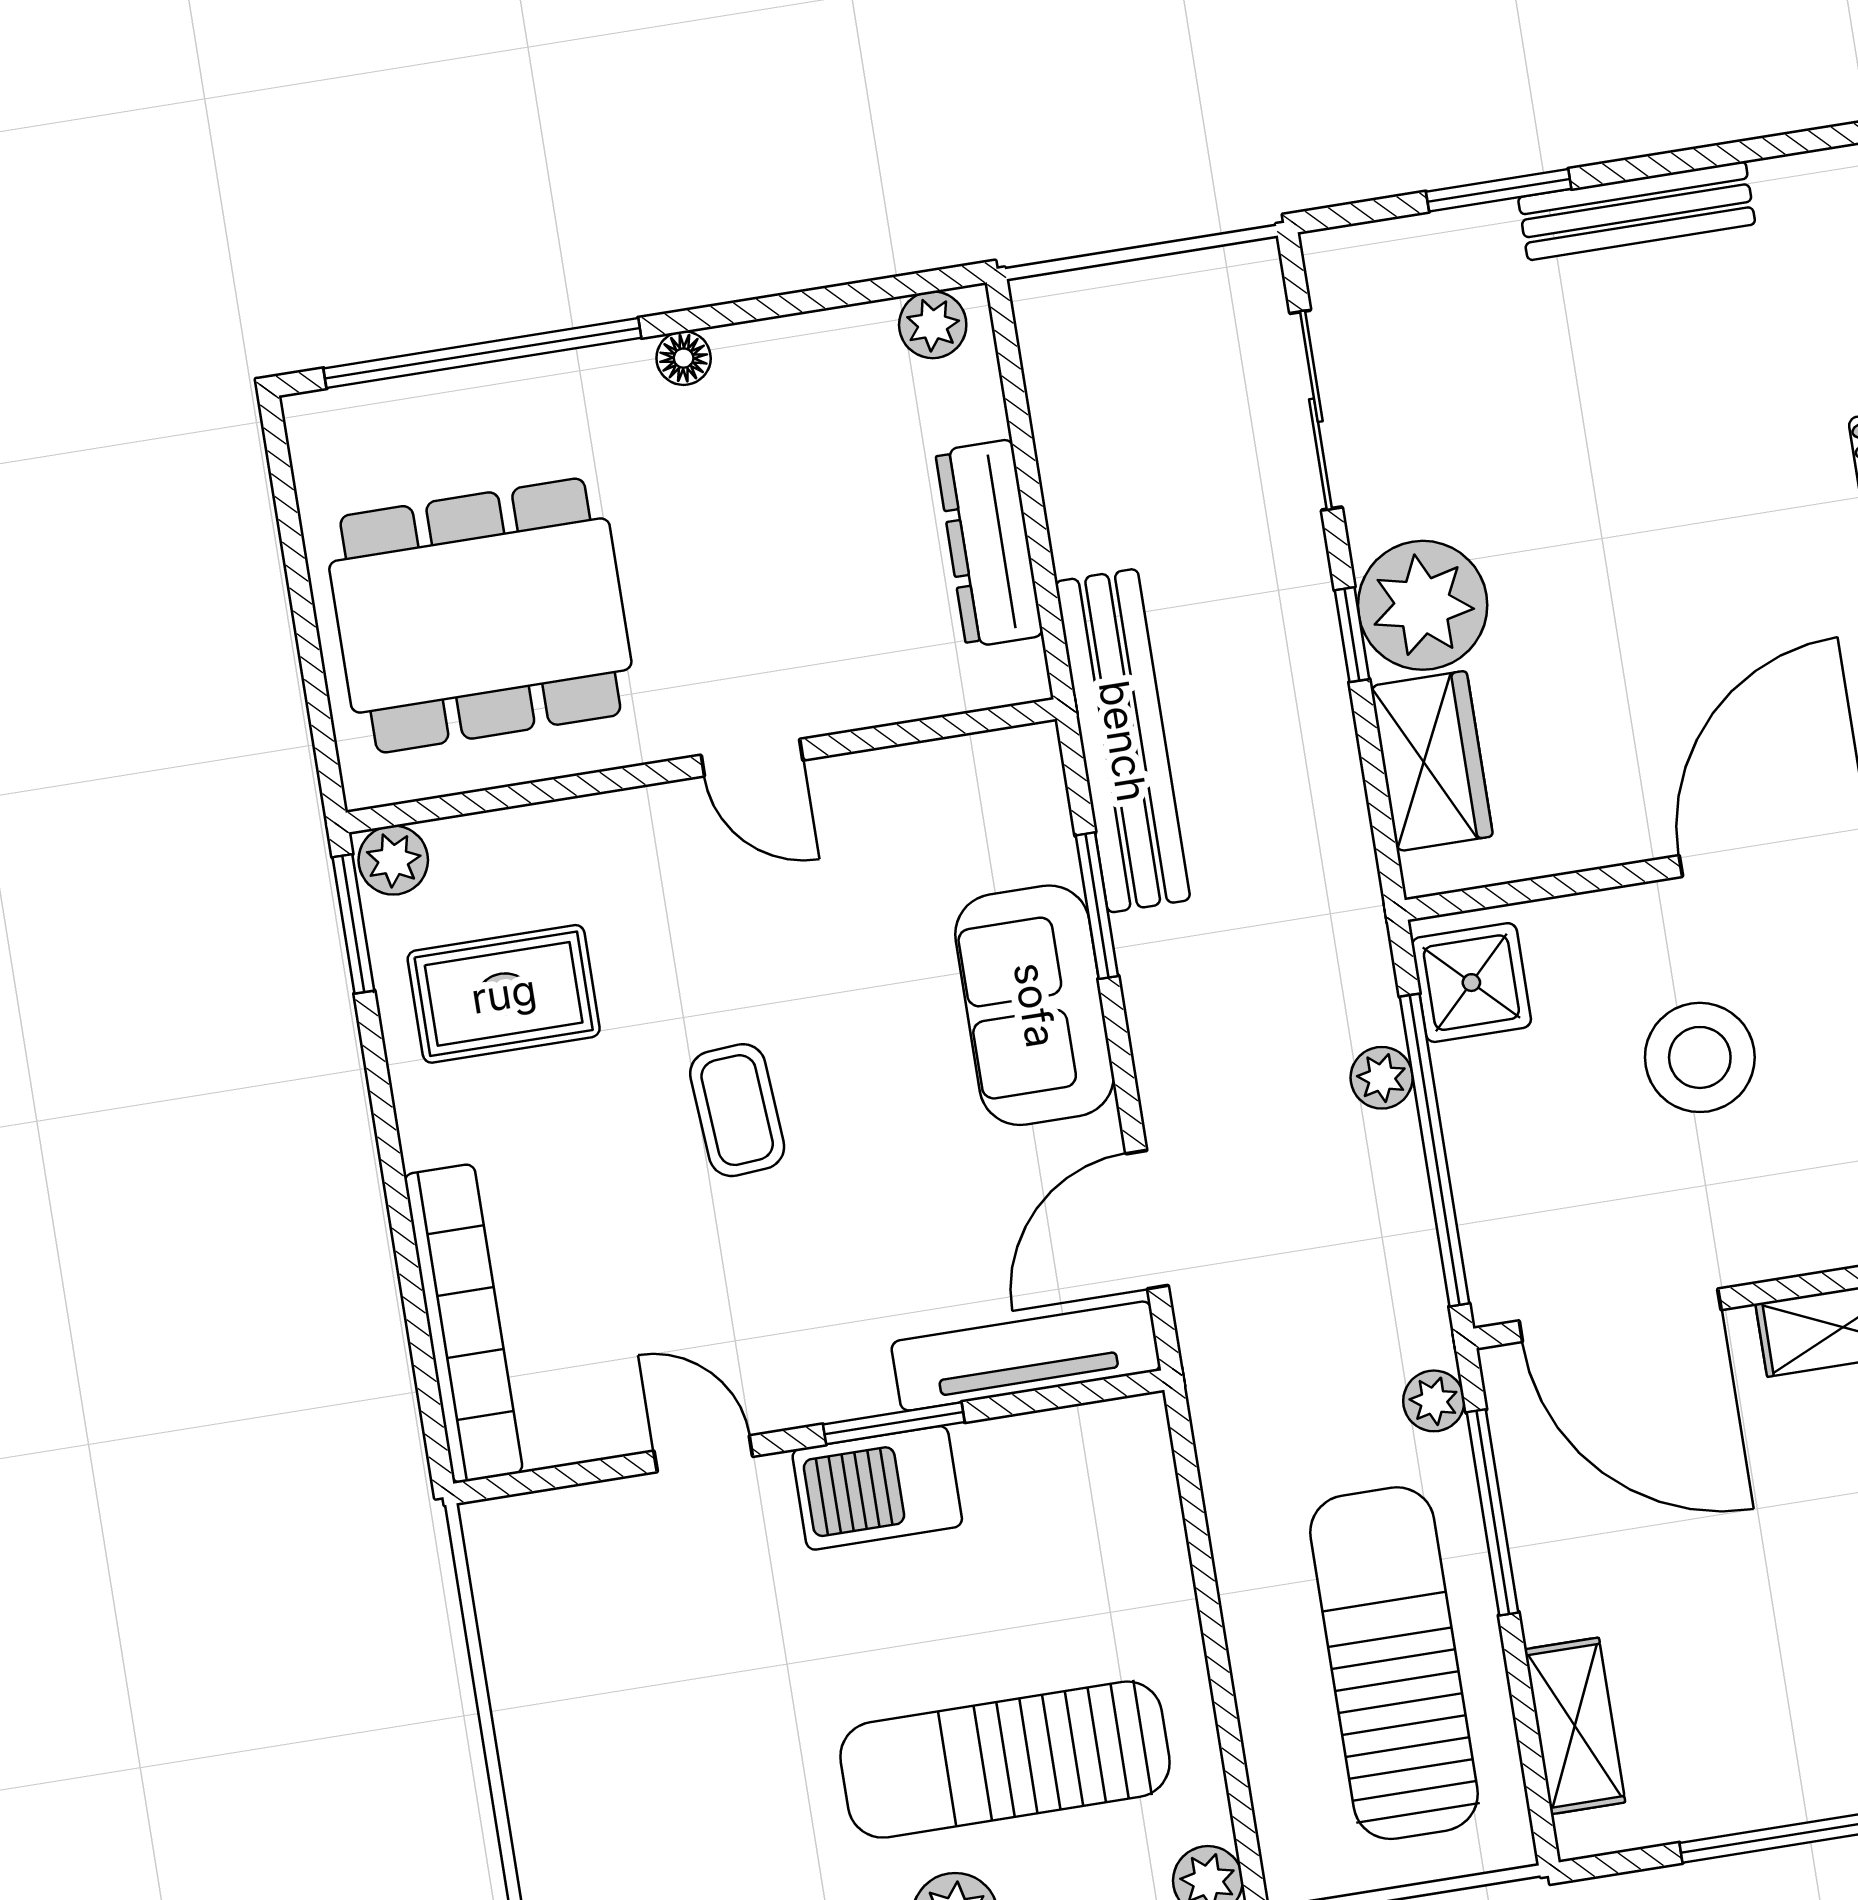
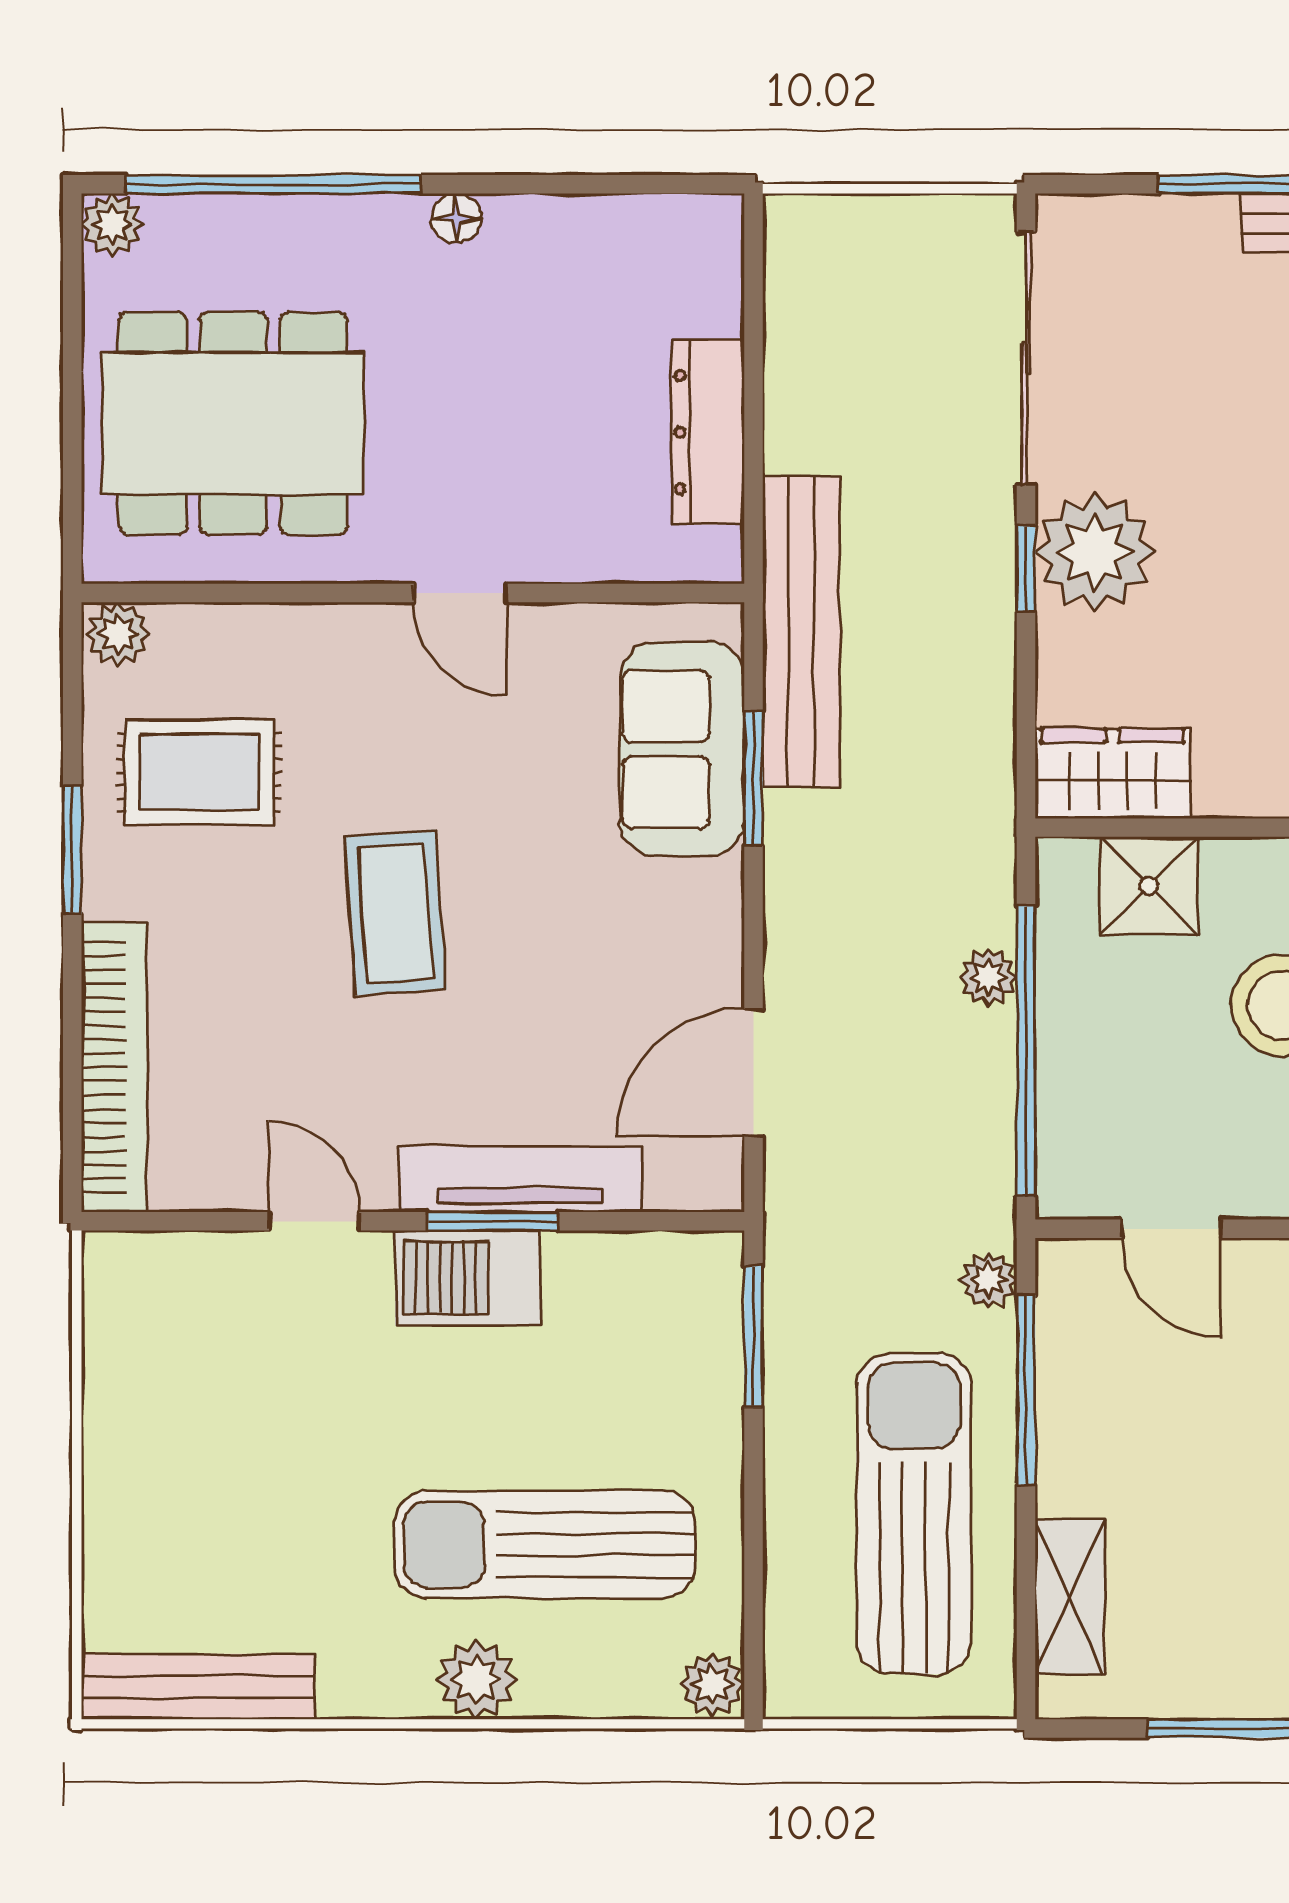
plant: (933, 325) -> (112, 224), moved
sliding door: (1316, 410) -> (1026, 358), width x1.37
wardrobe: (1432, 761) -> (1113, 773), moved, turned -90
window: (353, 924) -> (72, 850), moved
shower: (1471, 983) -> (1149, 886), moved
sofa: (1035, 1005) -> (682, 749), moved
coffee table: (737, 1110) -> (395, 912), width x1.36, depth x1.30
door: (1620, 1315) -> (1171, 1229), width x0.53
tv unit: (1026, 1356) -> (520, 1179), moved
window: (1192, 1502) -> (753, 1336), added

